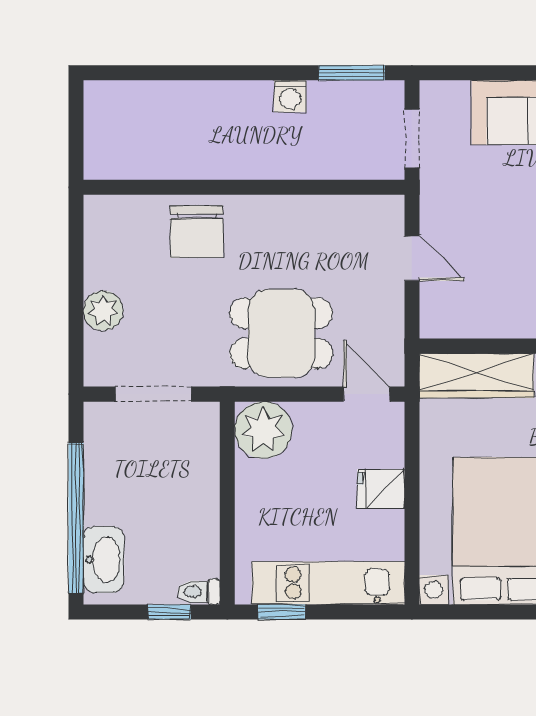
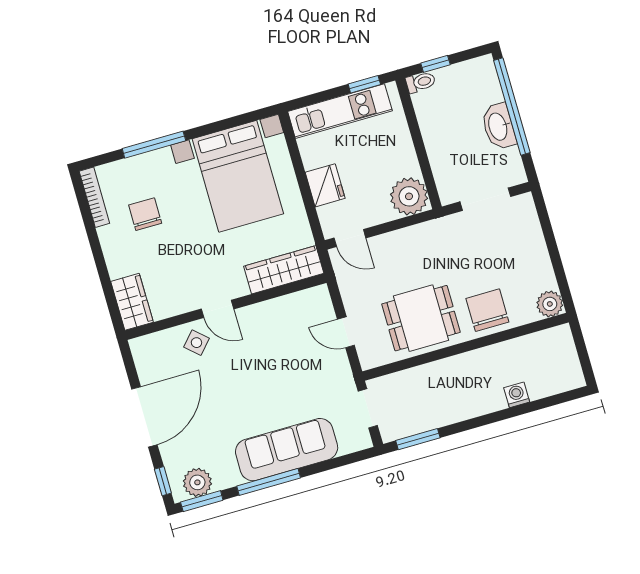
washing machine: (290, 96) -> (517, 395), moved
plant: (103, 311) -> (550, 304), moved
dining table: (281, 333) -> (421, 318), moved
fridge: (381, 489) -> (325, 185), width x1.38
washbasin: (104, 560) -> (499, 126), moved

